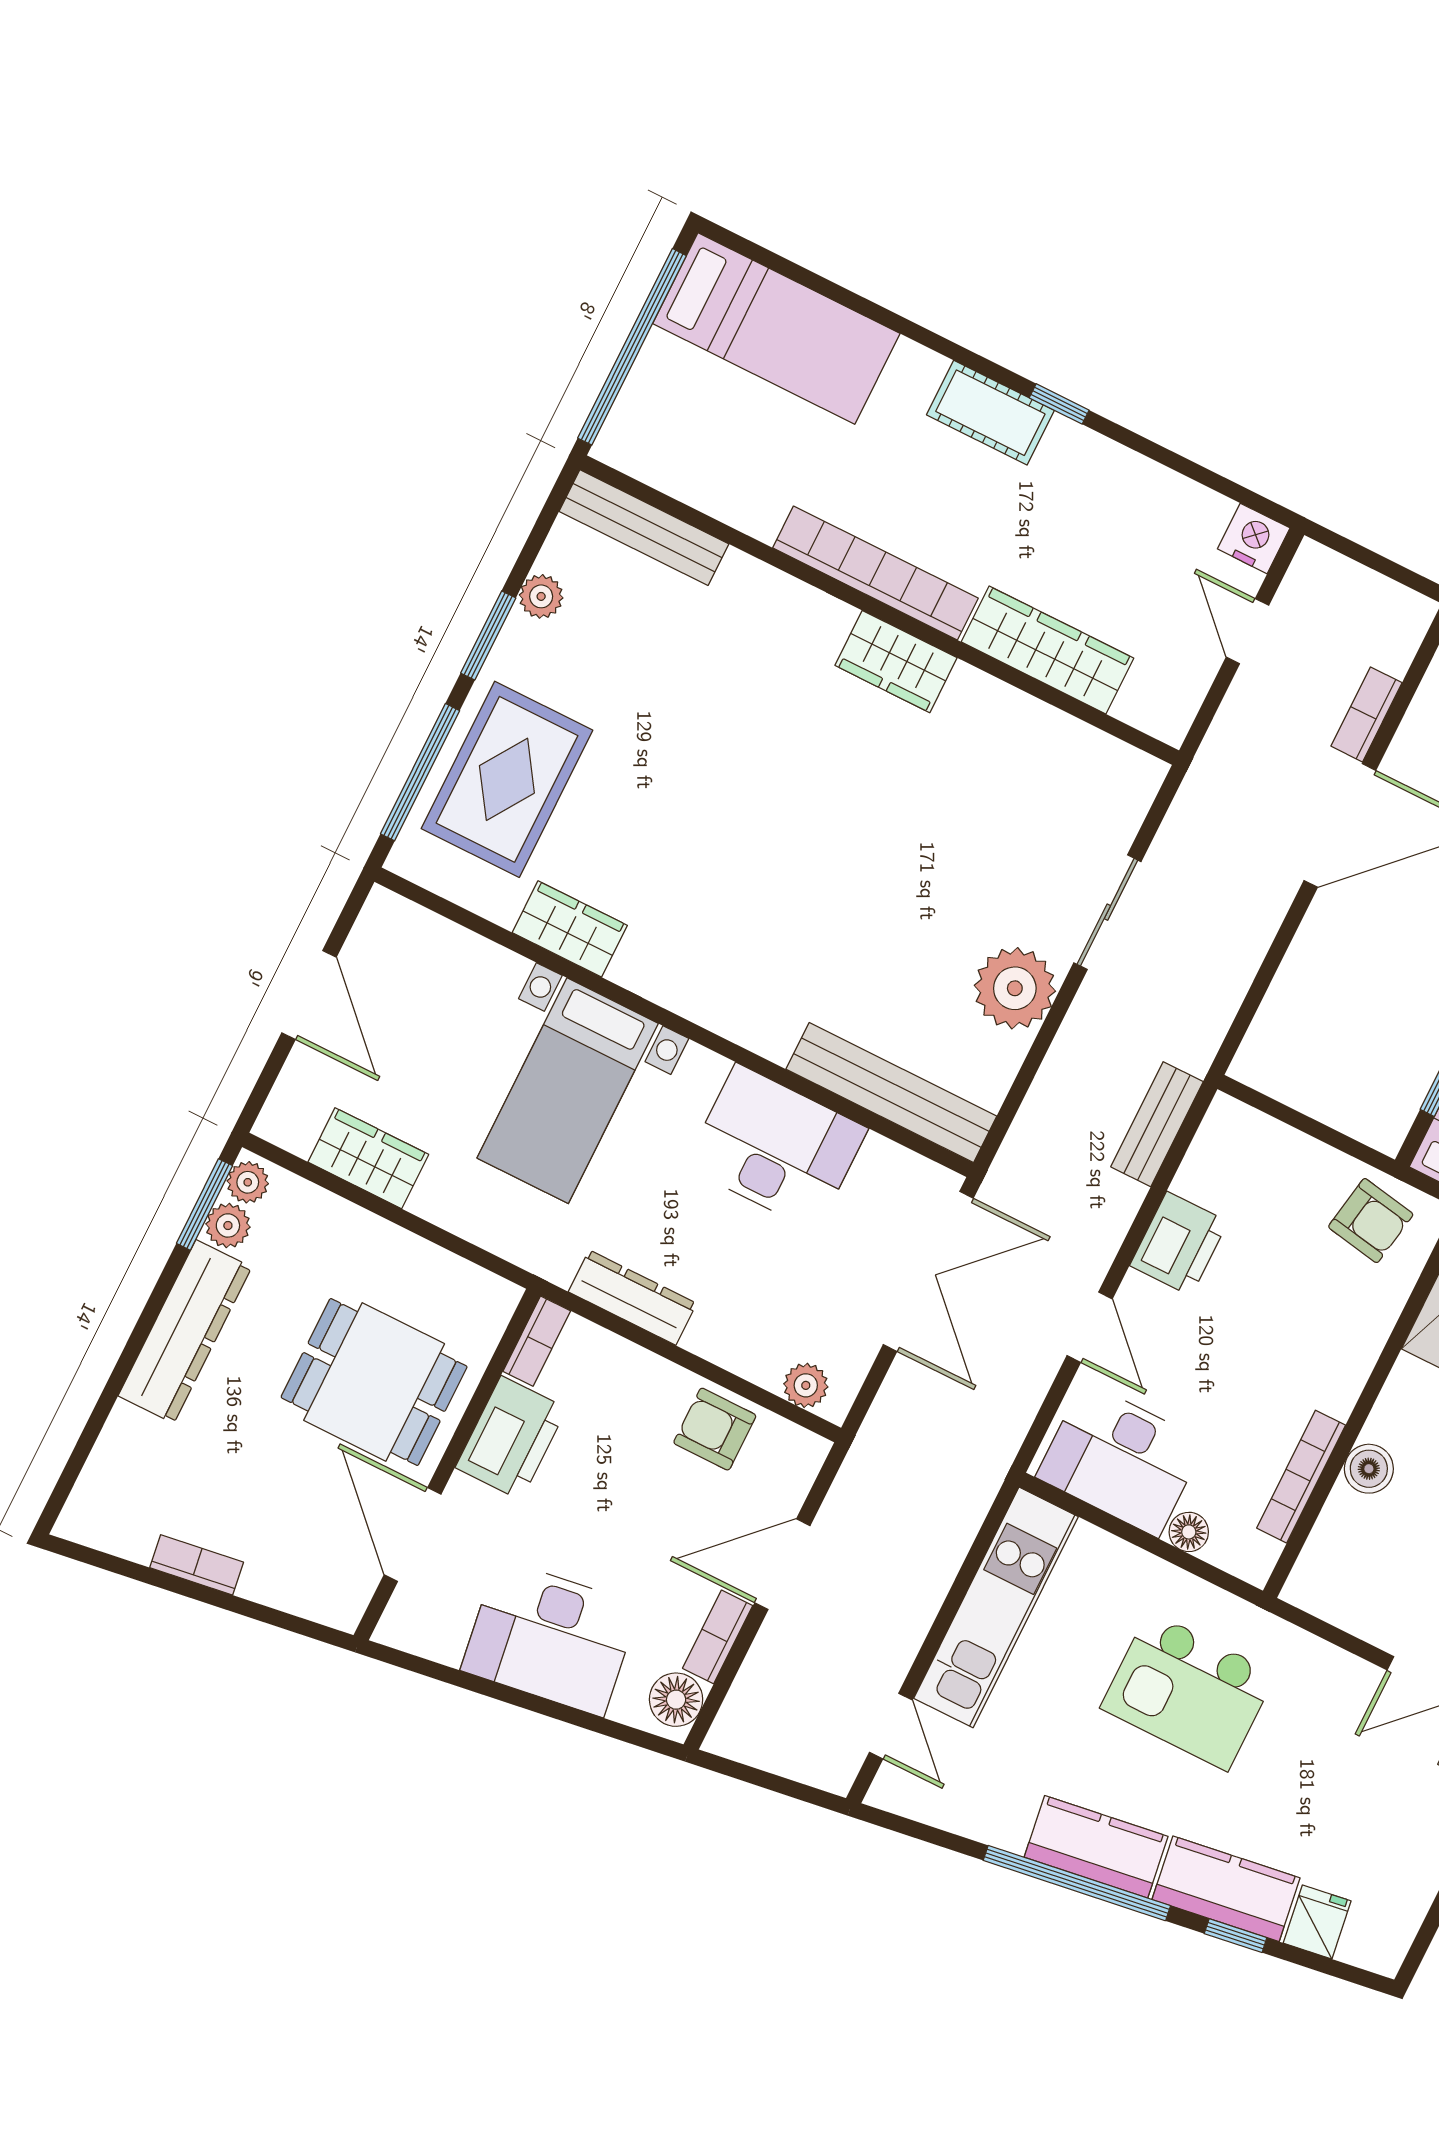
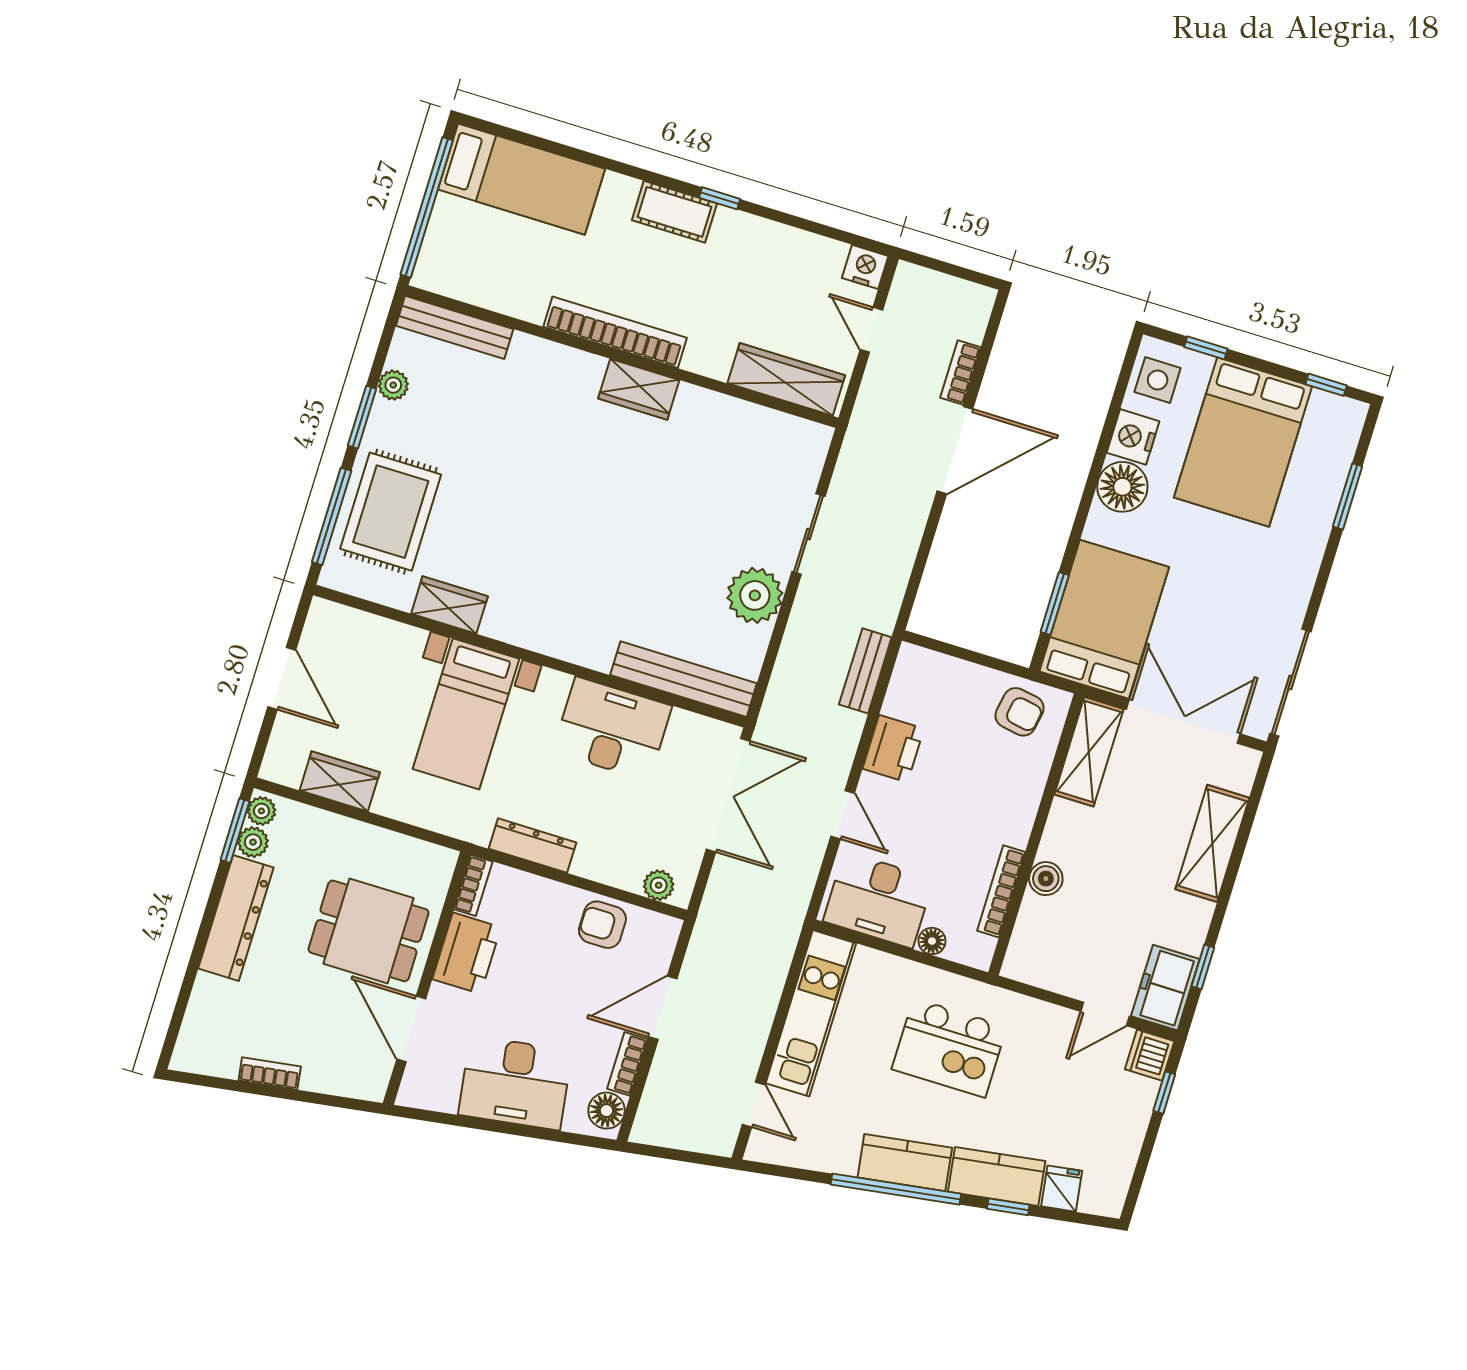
wardrobe: (1047, 650) -> (786, 379), moved

